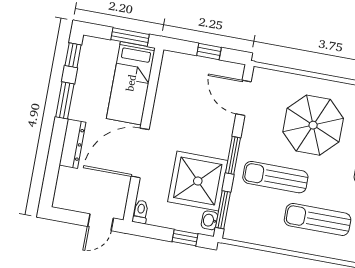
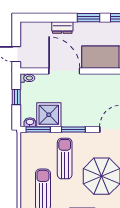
dresser: (72, 144) -> (62, 27), width x0.70
shower: (198, 181) -> (49, 115), width x0.73, depth x0.73
window: (185, 238) -> (16, 97), moved

